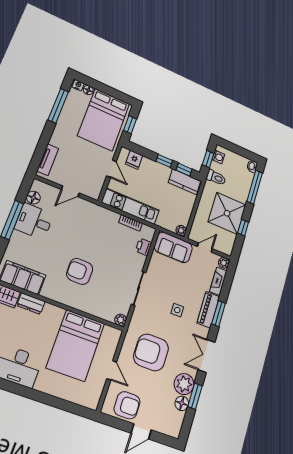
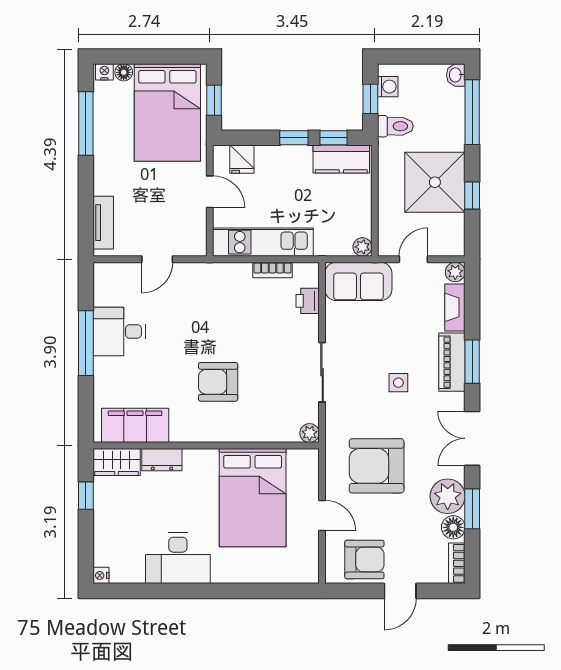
floor lamp: (33, 198) -> (104, 294), removed
bookcase: (177, 425) -> (457, 563), added

